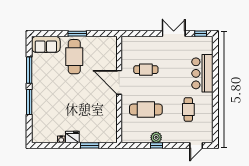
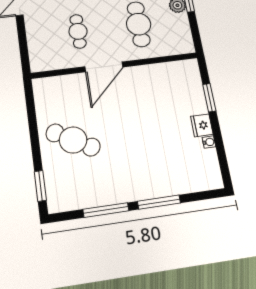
window: (77, 34) -> (40, 186), moved
sofa: (46, 44) -> (59, 188), removed
cafe table: (74, 57) -> (73, 140), turned 30

